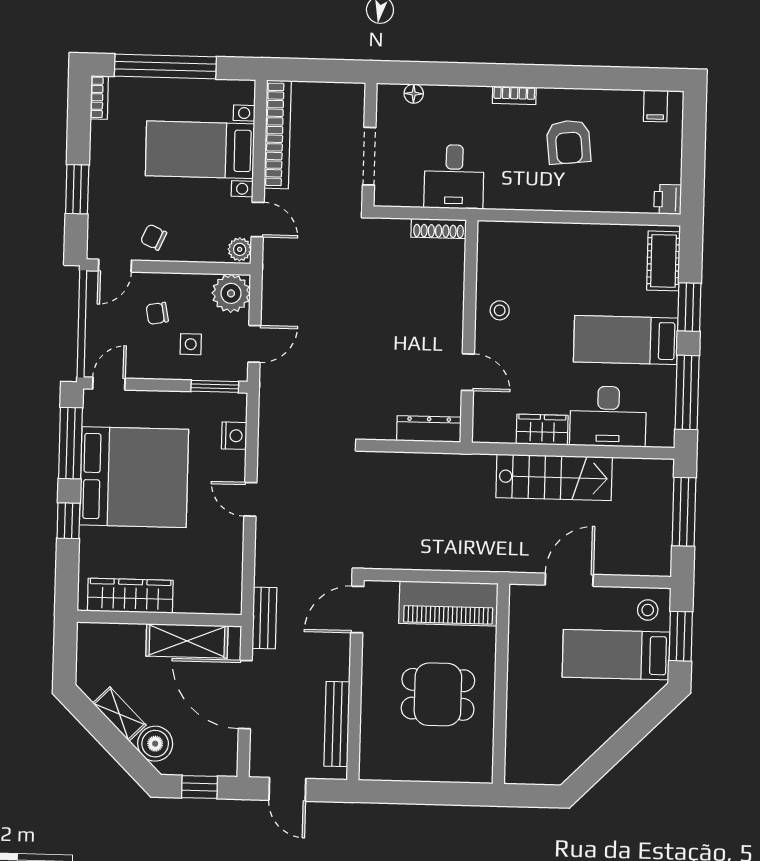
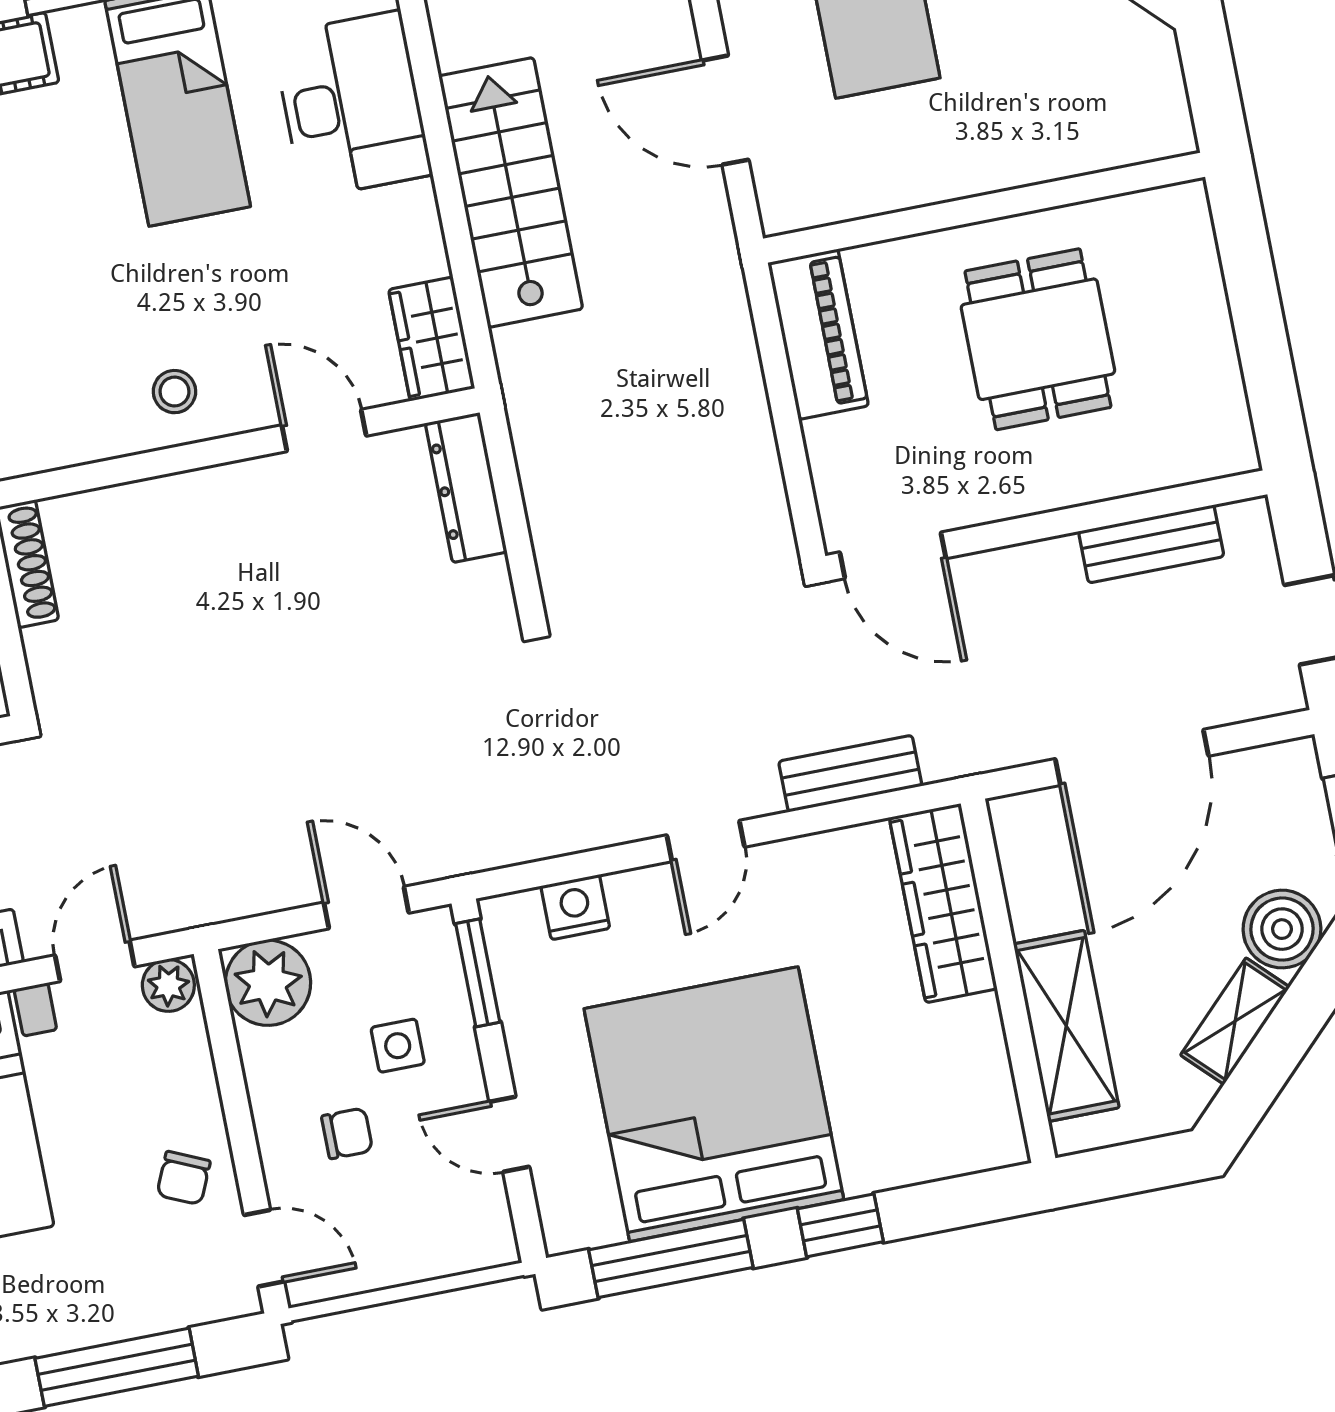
window: (77, 189) -> (117, 1367), width x1.44
chair: (157, 313) -> (347, 1133), turned -80
door: (468, 372) -> (324, 430), hinge flipped
door: (109, 384) -> (509, 1134), moved
wardrobe: (542, 430) -> (432, 339), moved
wardrobe: (130, 596) -> (943, 903), moved
piano: (448, 603) -> (818, 334), width x0.73, depth x0.75
bench: (264, 618) -> (850, 774), moved
shelving: (187, 641) -> (1066, 1026), moved
bench: (337, 724) -> (1151, 544), width x0.73

